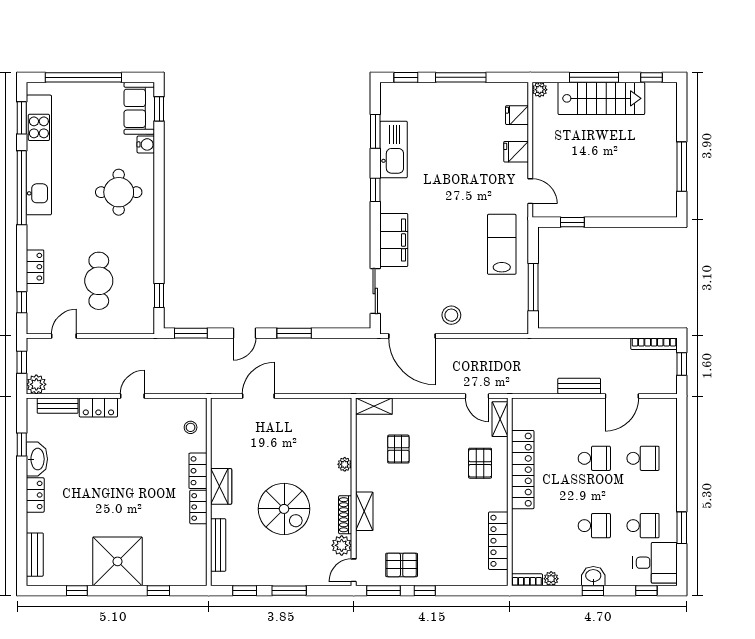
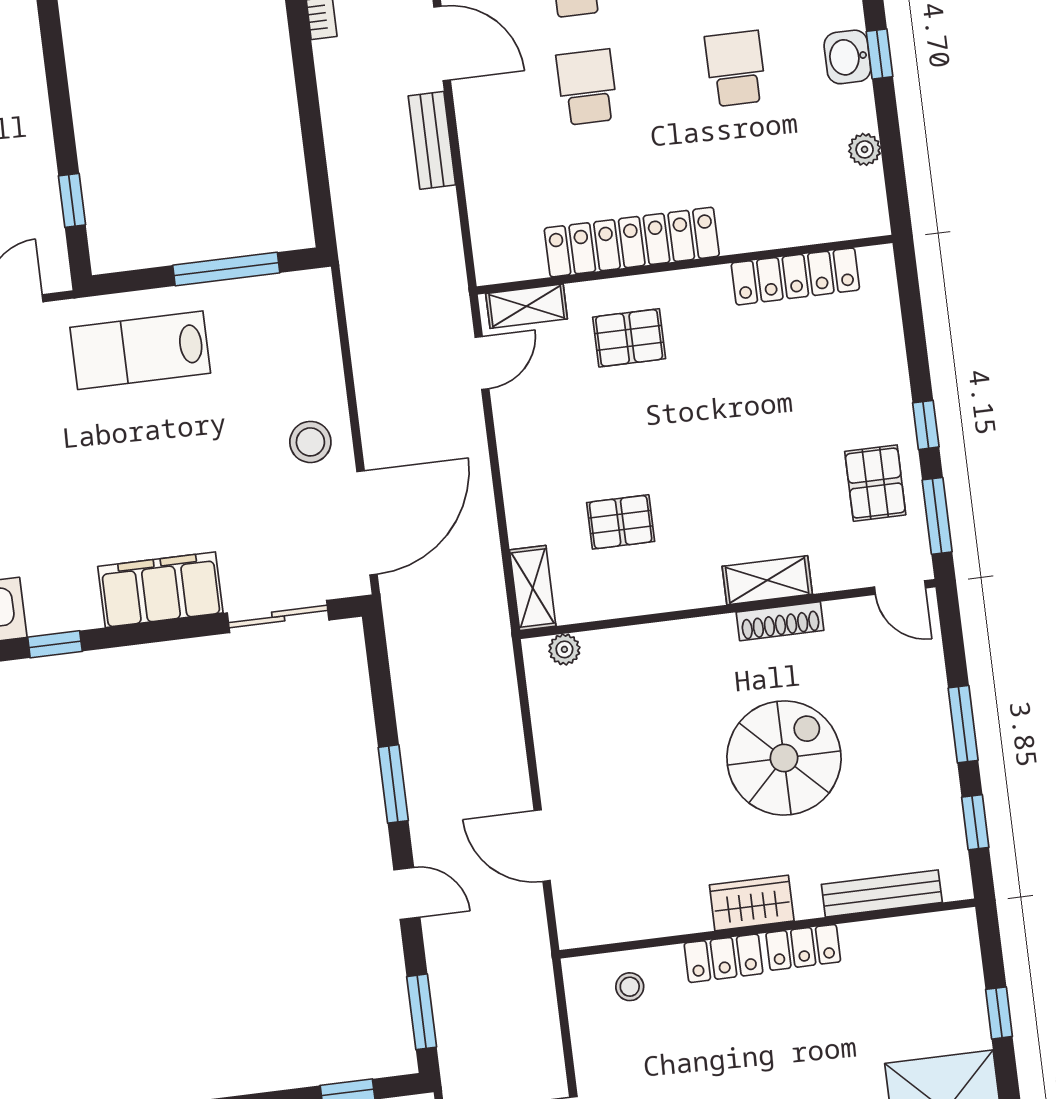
plant: (345, 464) -> (564, 649), moved
plant: (342, 545) -> (849, 621), removed
bookcase: (527, 580) -> (874, 202), removed

